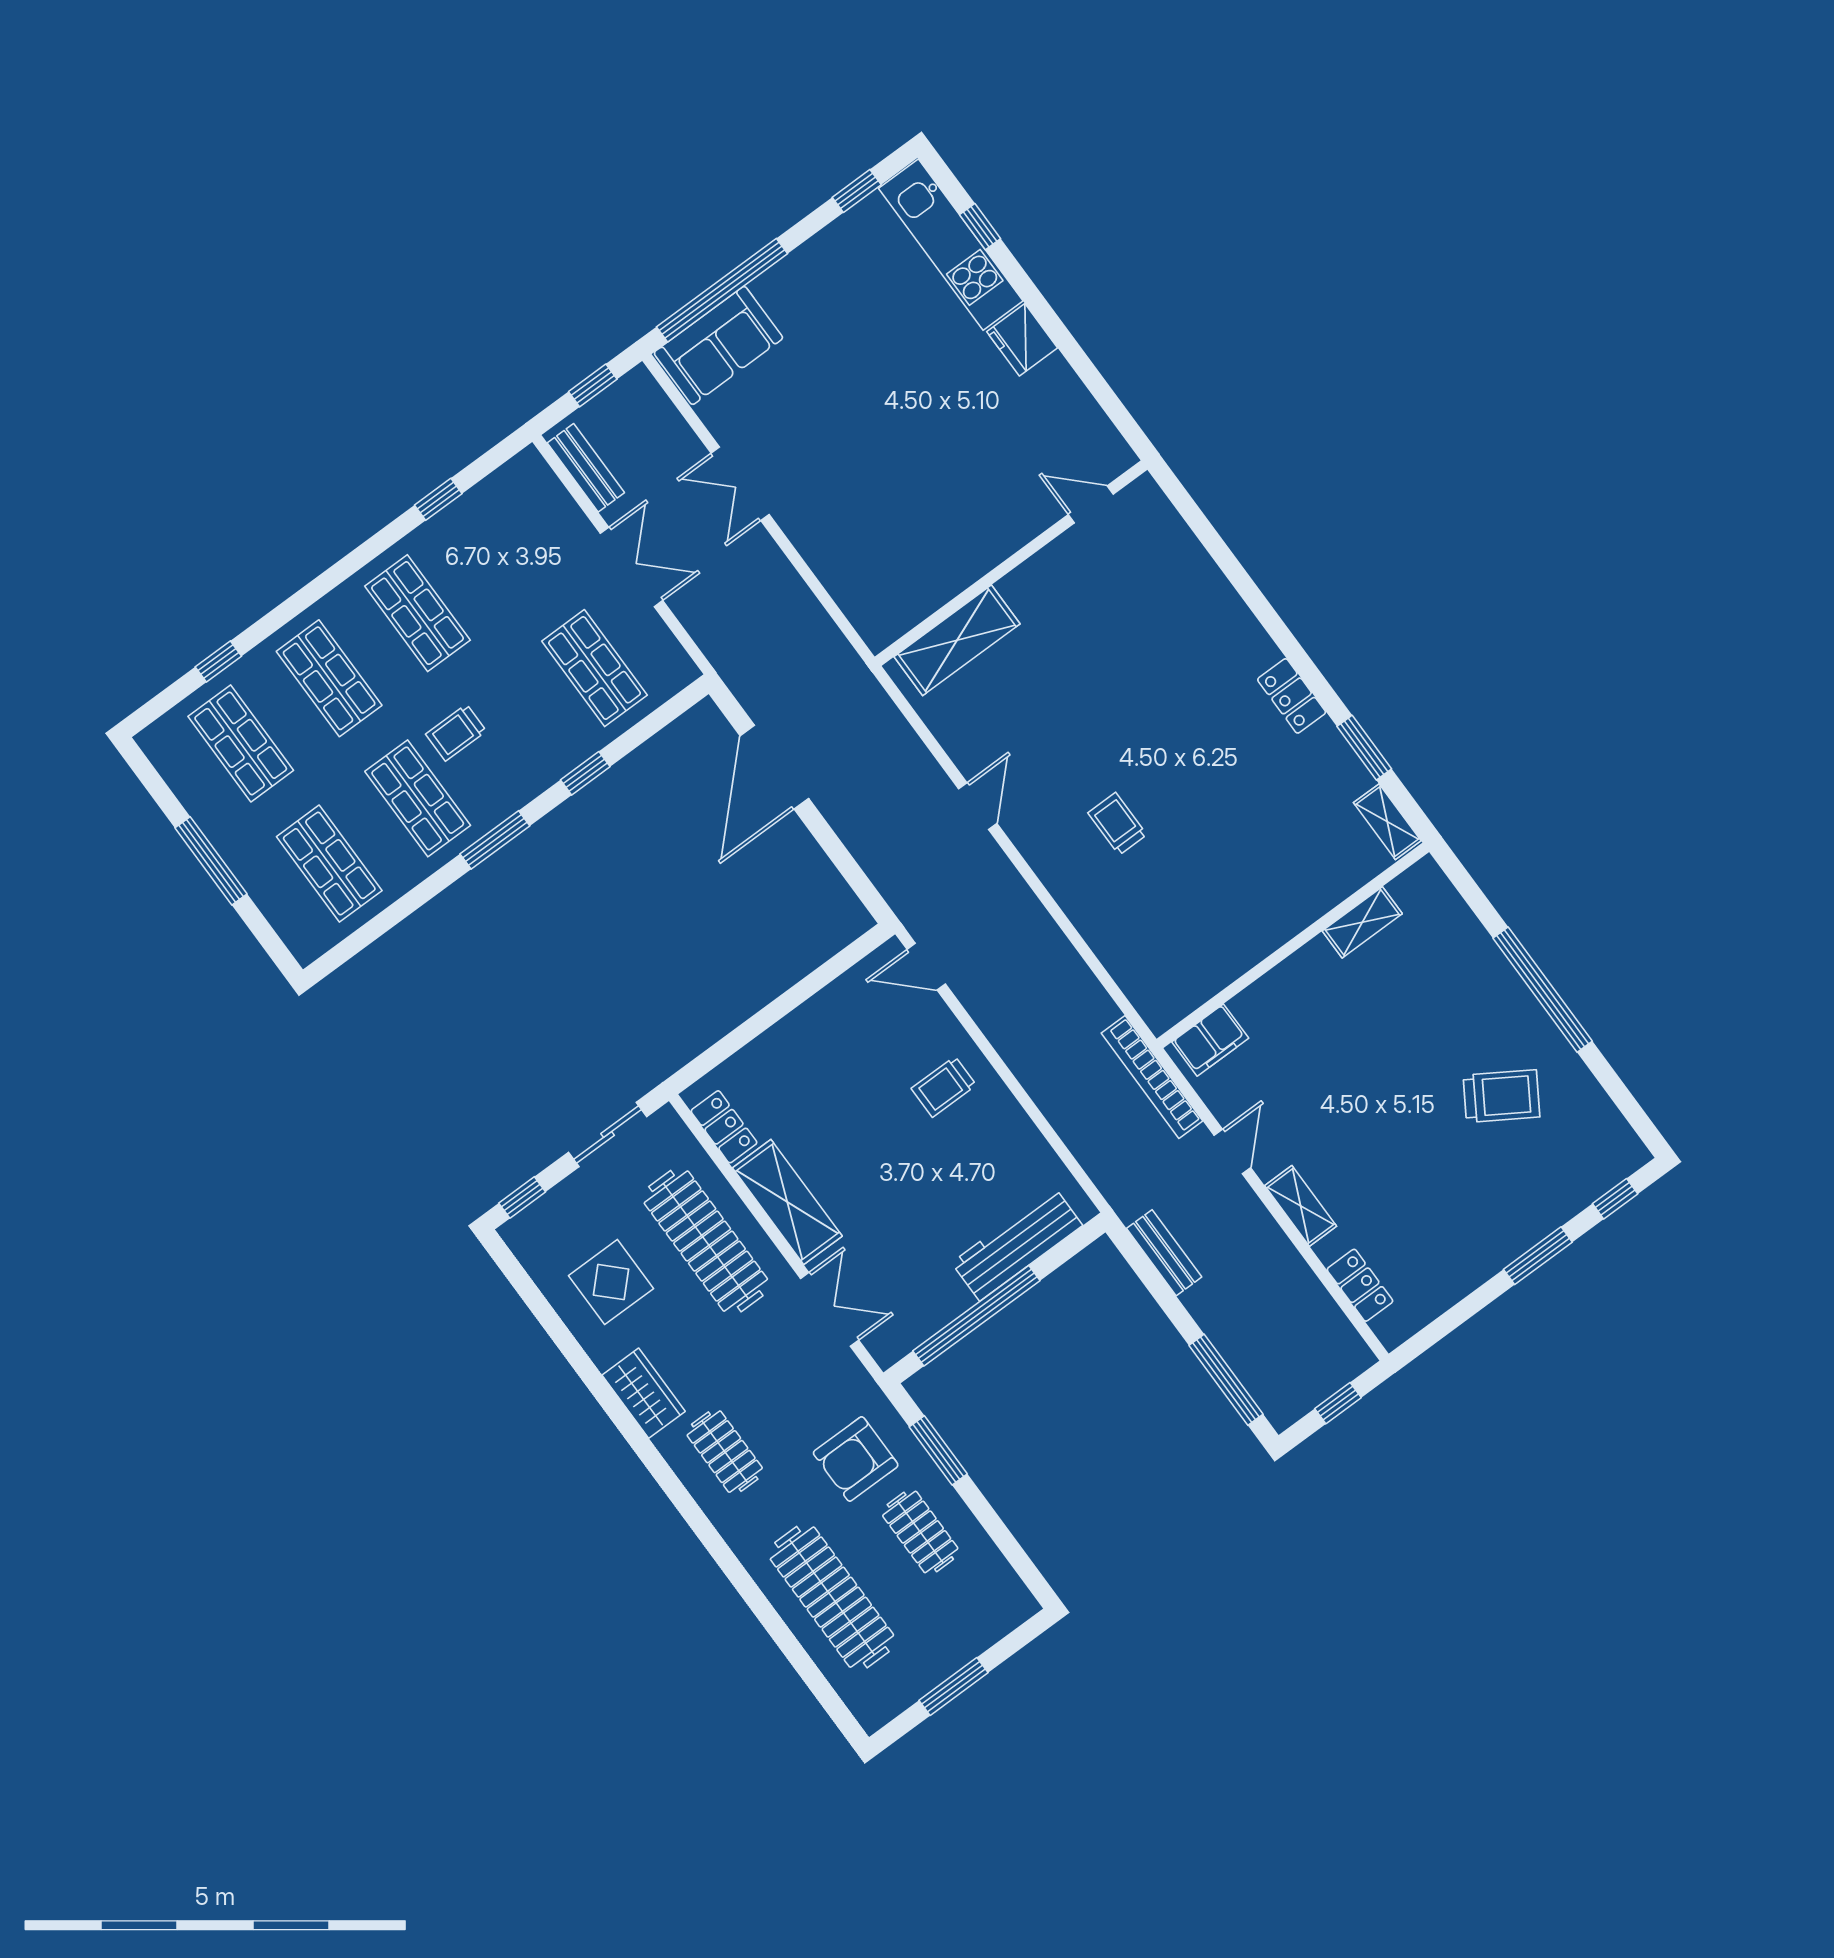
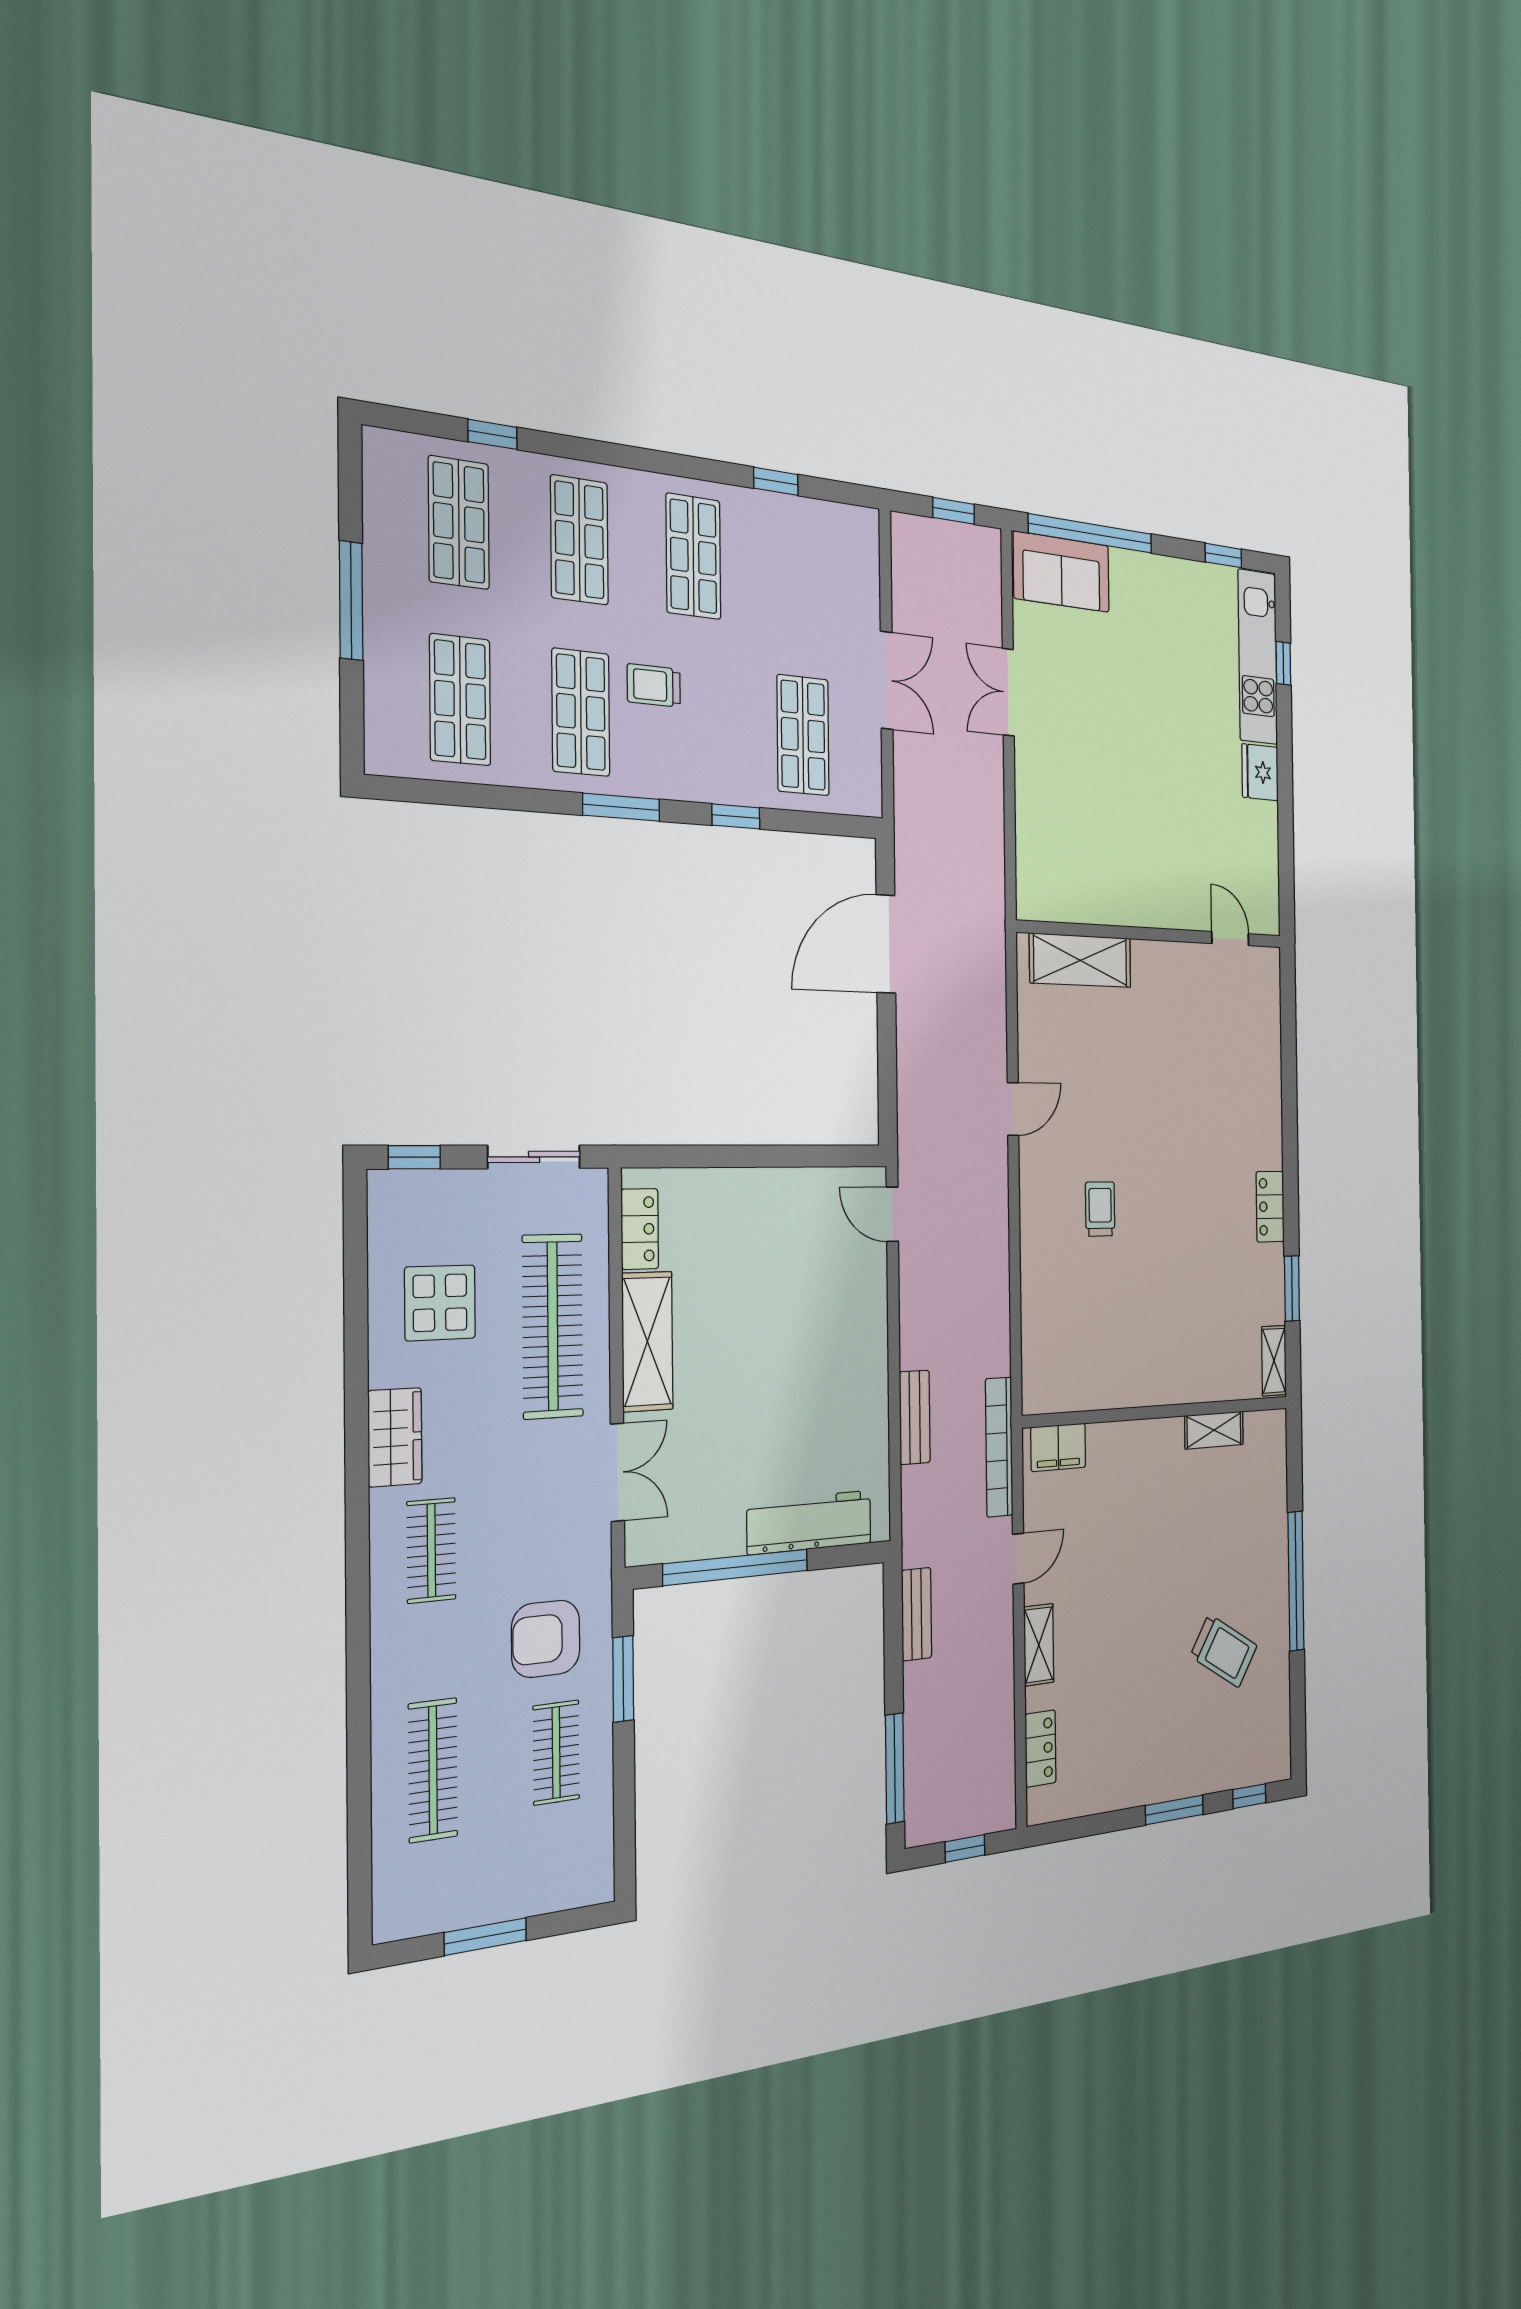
bench: (586, 468) -> (915, 1417), moved
trolley: (944, 1087) -> (840, 1333), removed
clothes rail: (832, 1597) -> (433, 1770), width x0.73, depth x0.76

